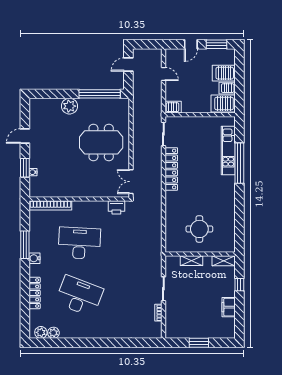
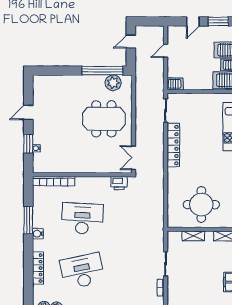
door: (163, 74) -> (166, 51), swing flipped
plant: (69, 106) -> (113, 83), moved
round table: (199, 229) -> (201, 205), width x1.36, depth x1.36
desk: (79, 296) -> (82, 271), turned -33

